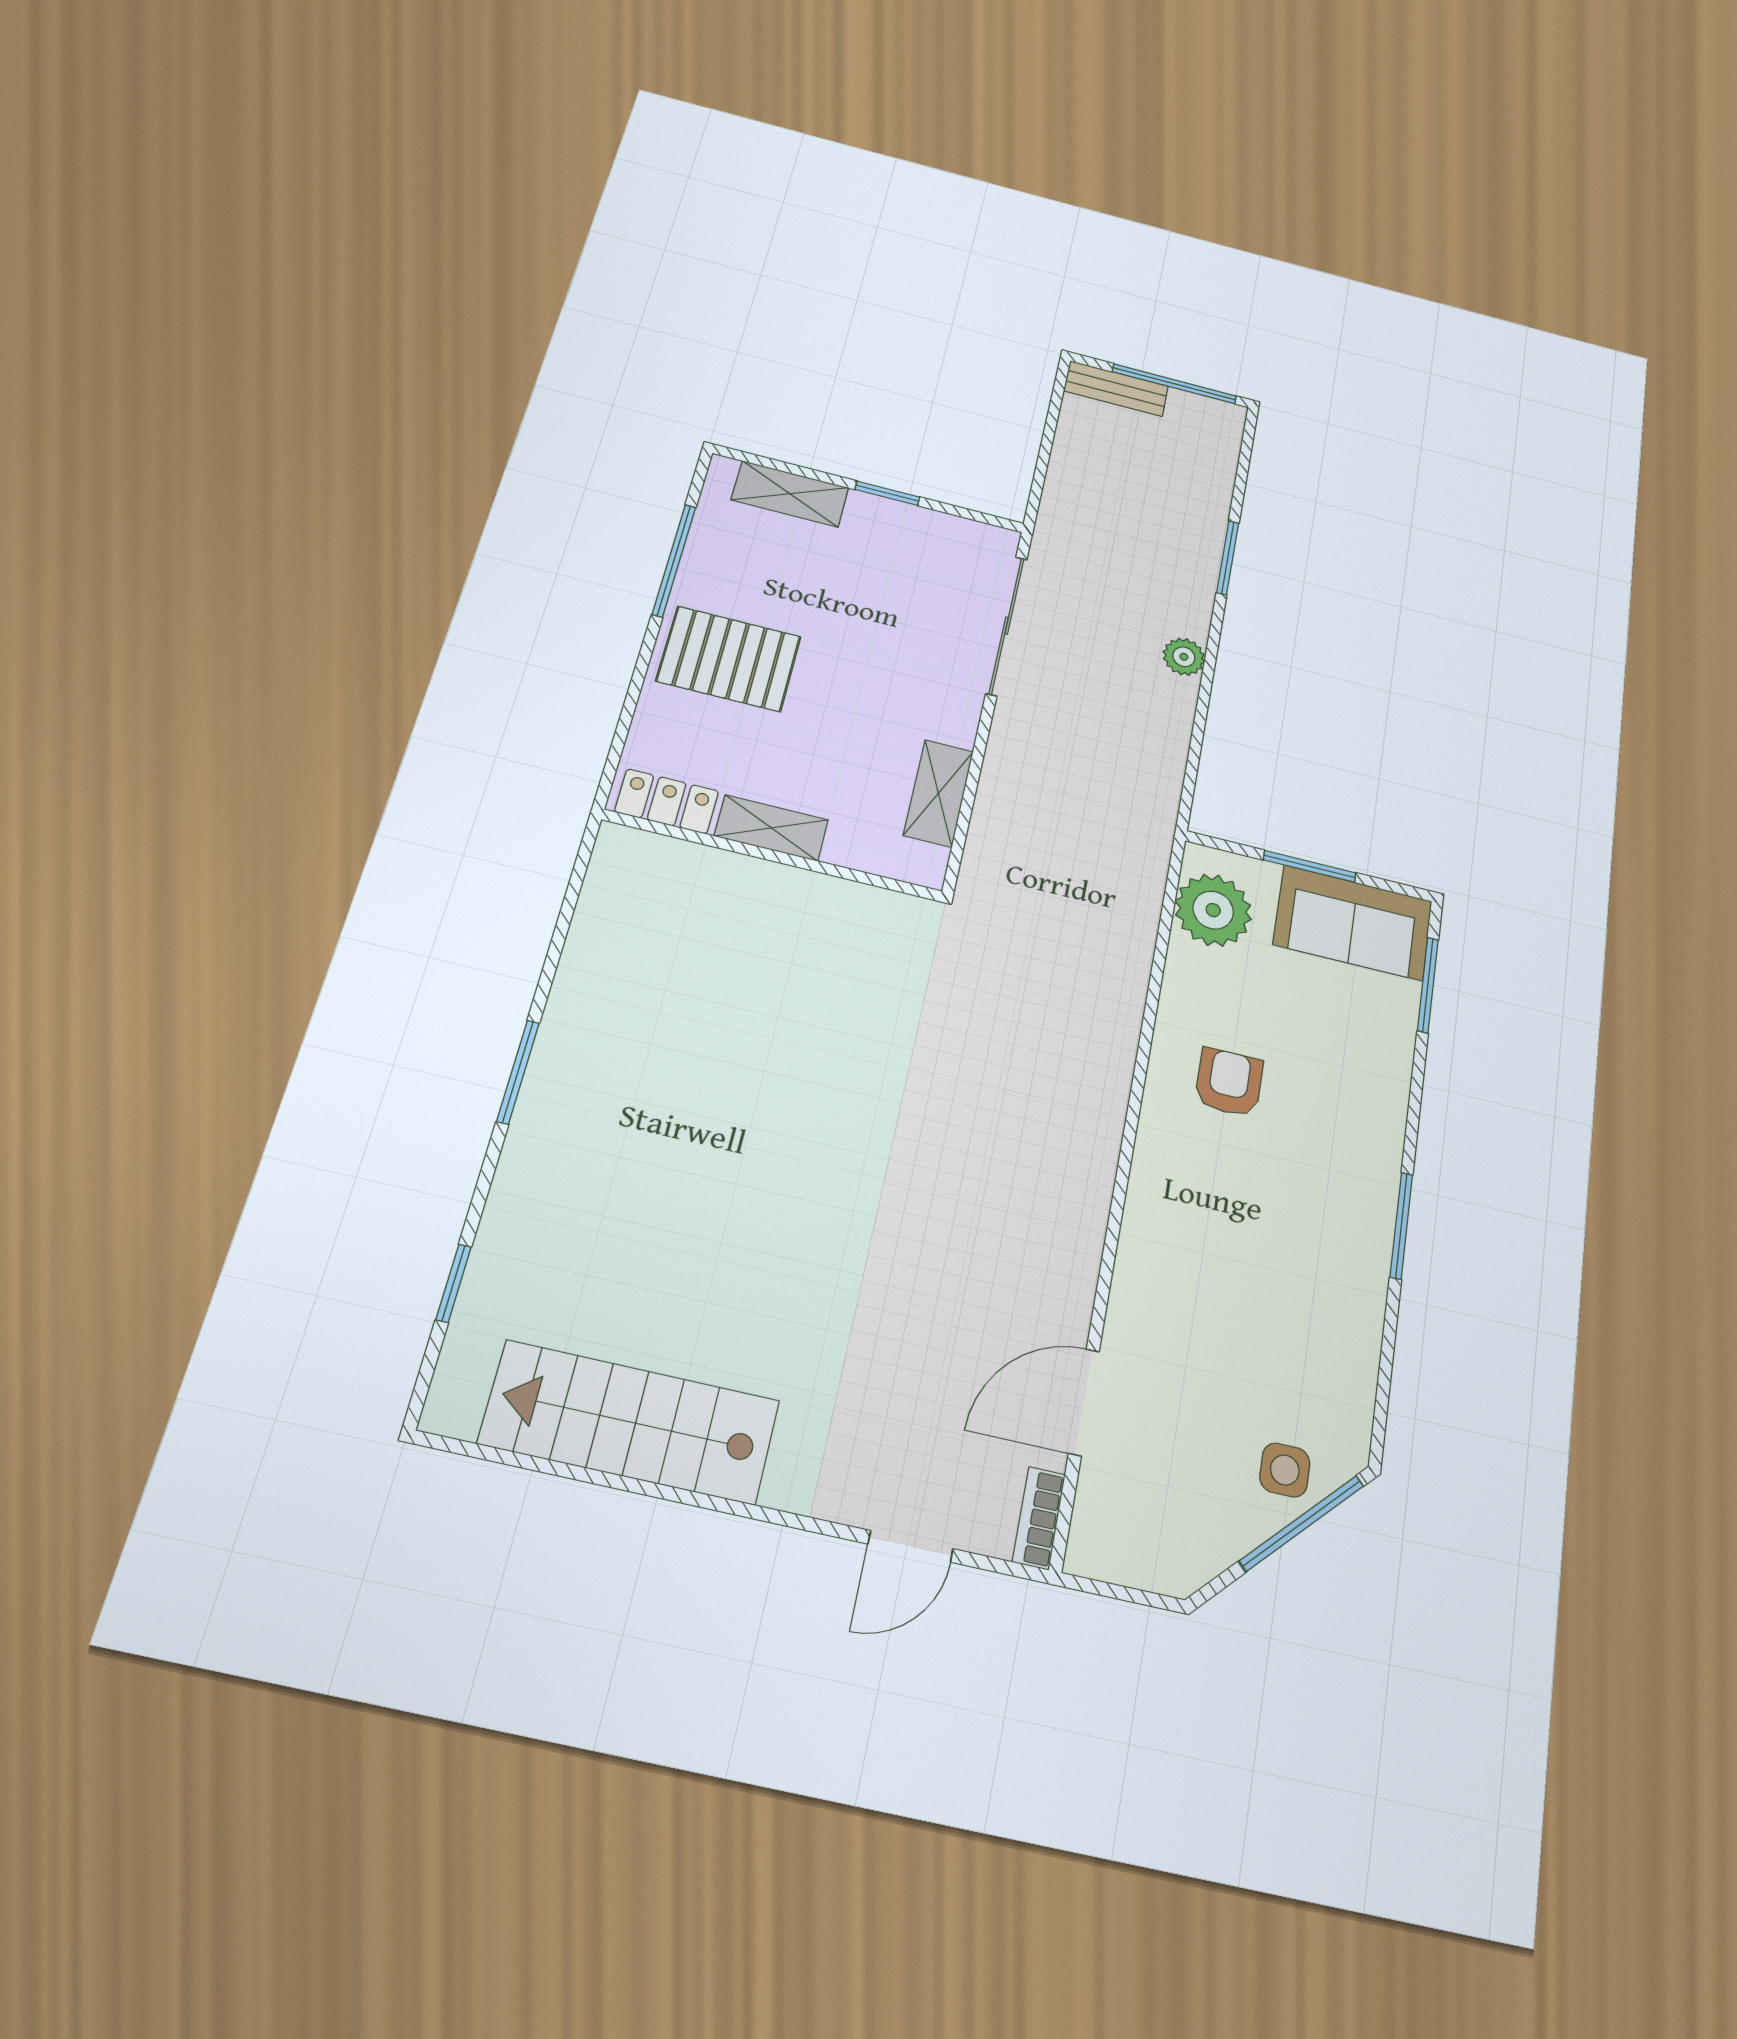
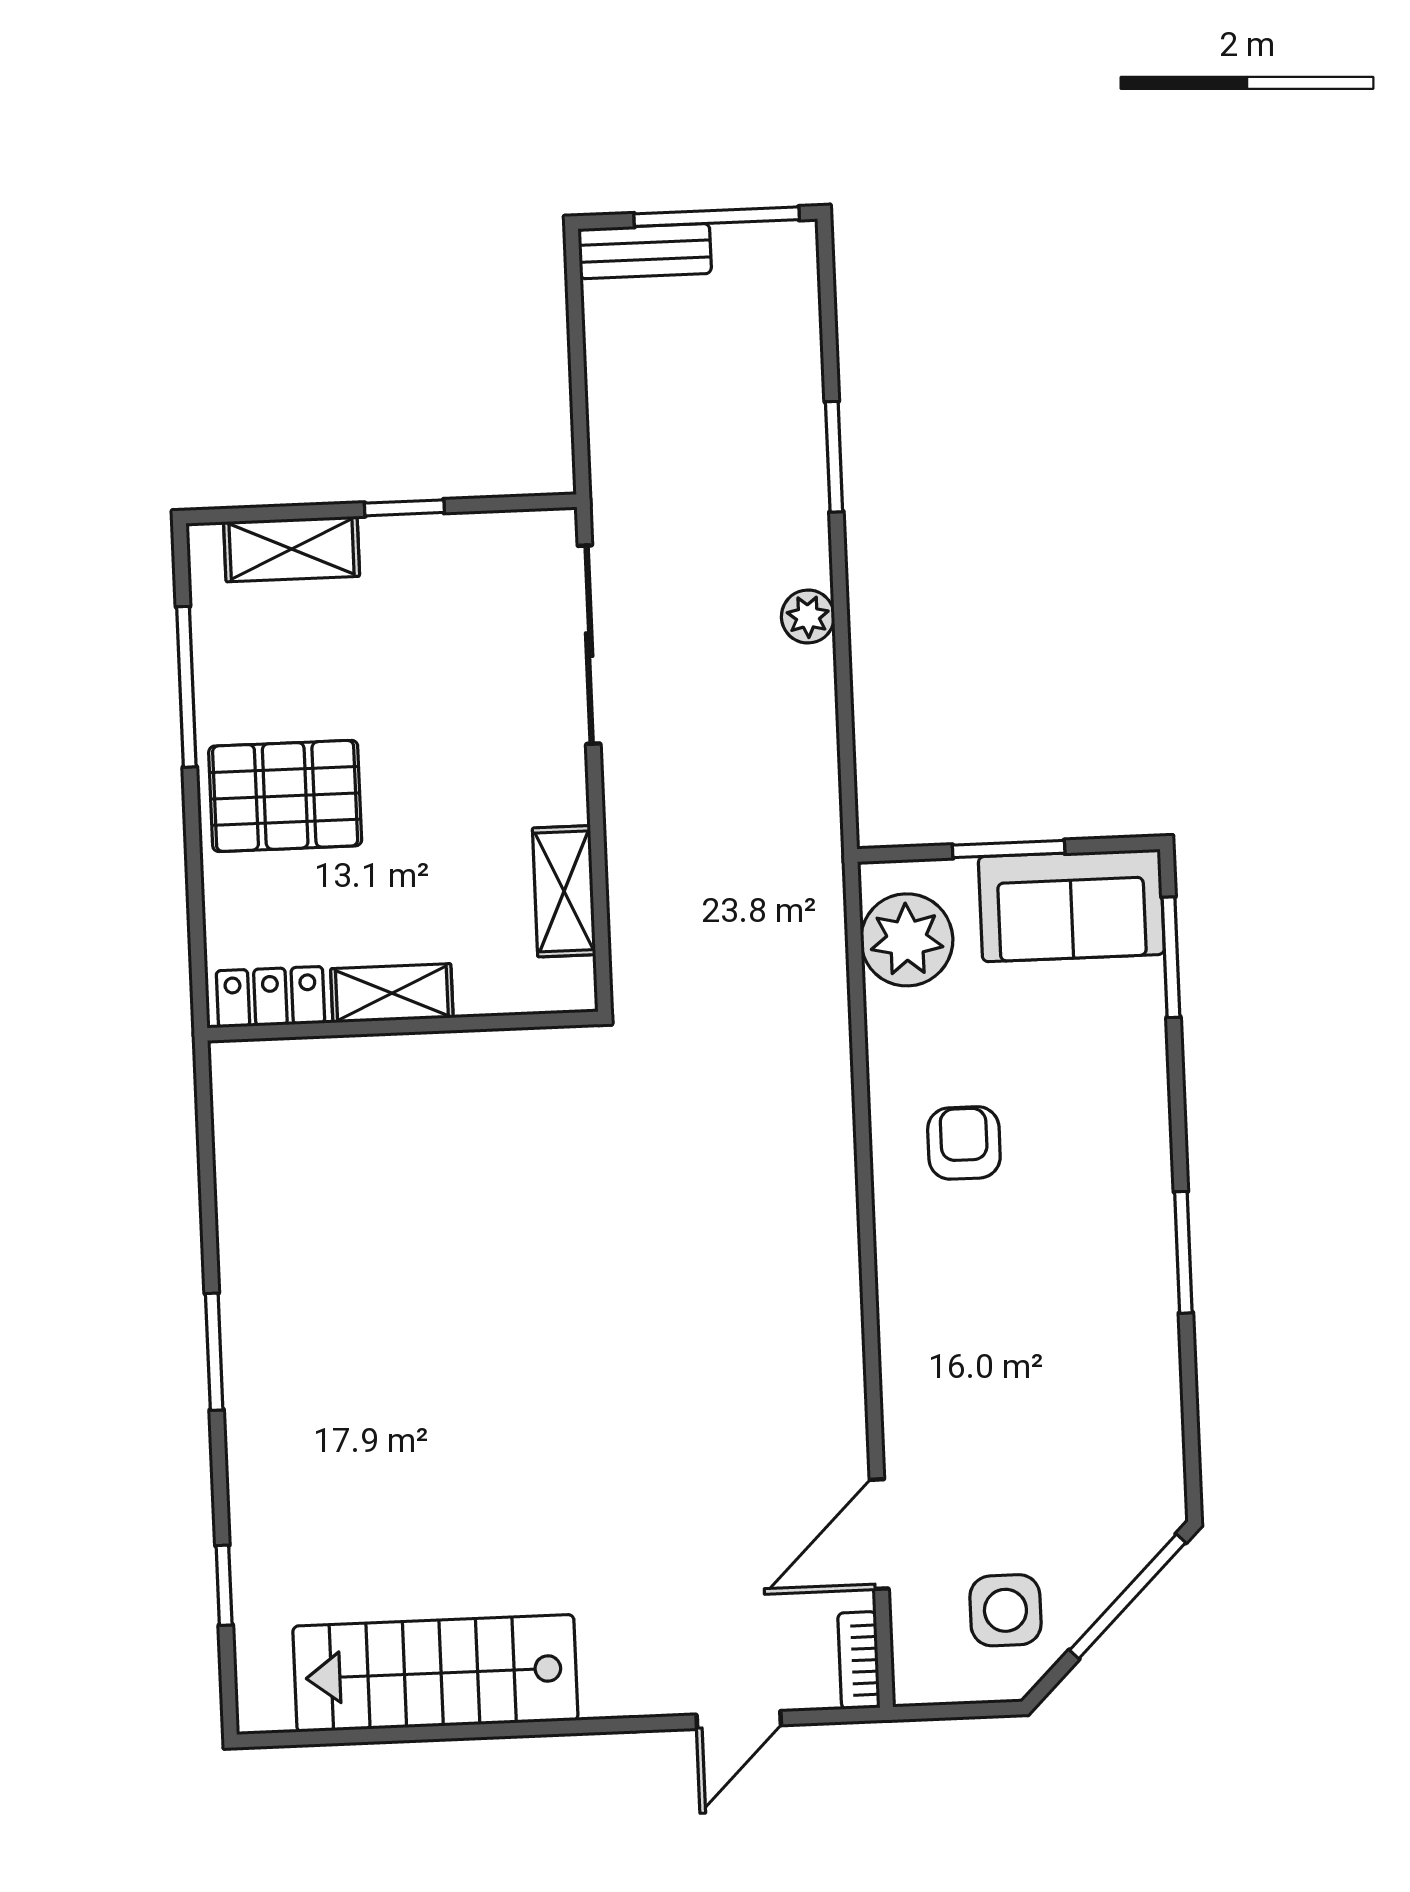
side table: (1285, 1470) -> (1005, 1610), moved, width x1.37, depth x1.37

